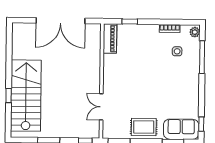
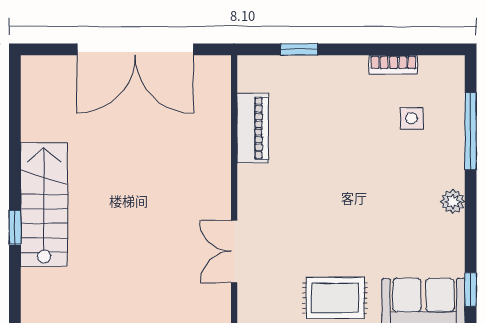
plant: (195, 32) -> (453, 201), moved
piano: (110, 39) -> (253, 128), moved
stairs: (26, 96) -> (44, 205), width x0.73, depth x0.66

